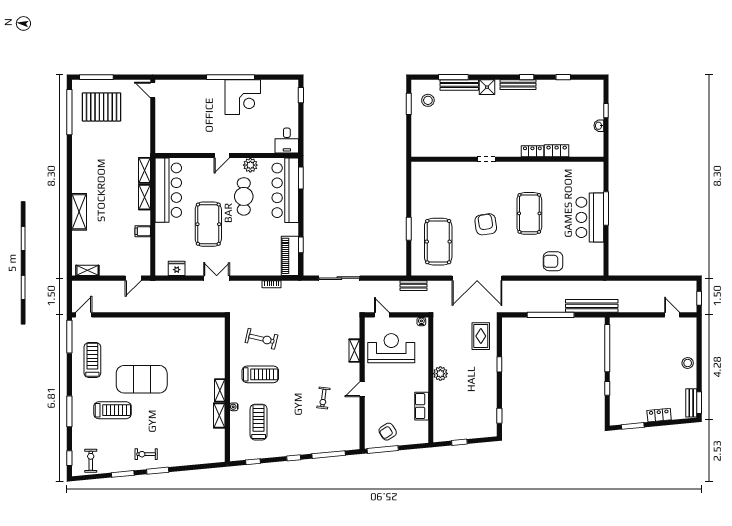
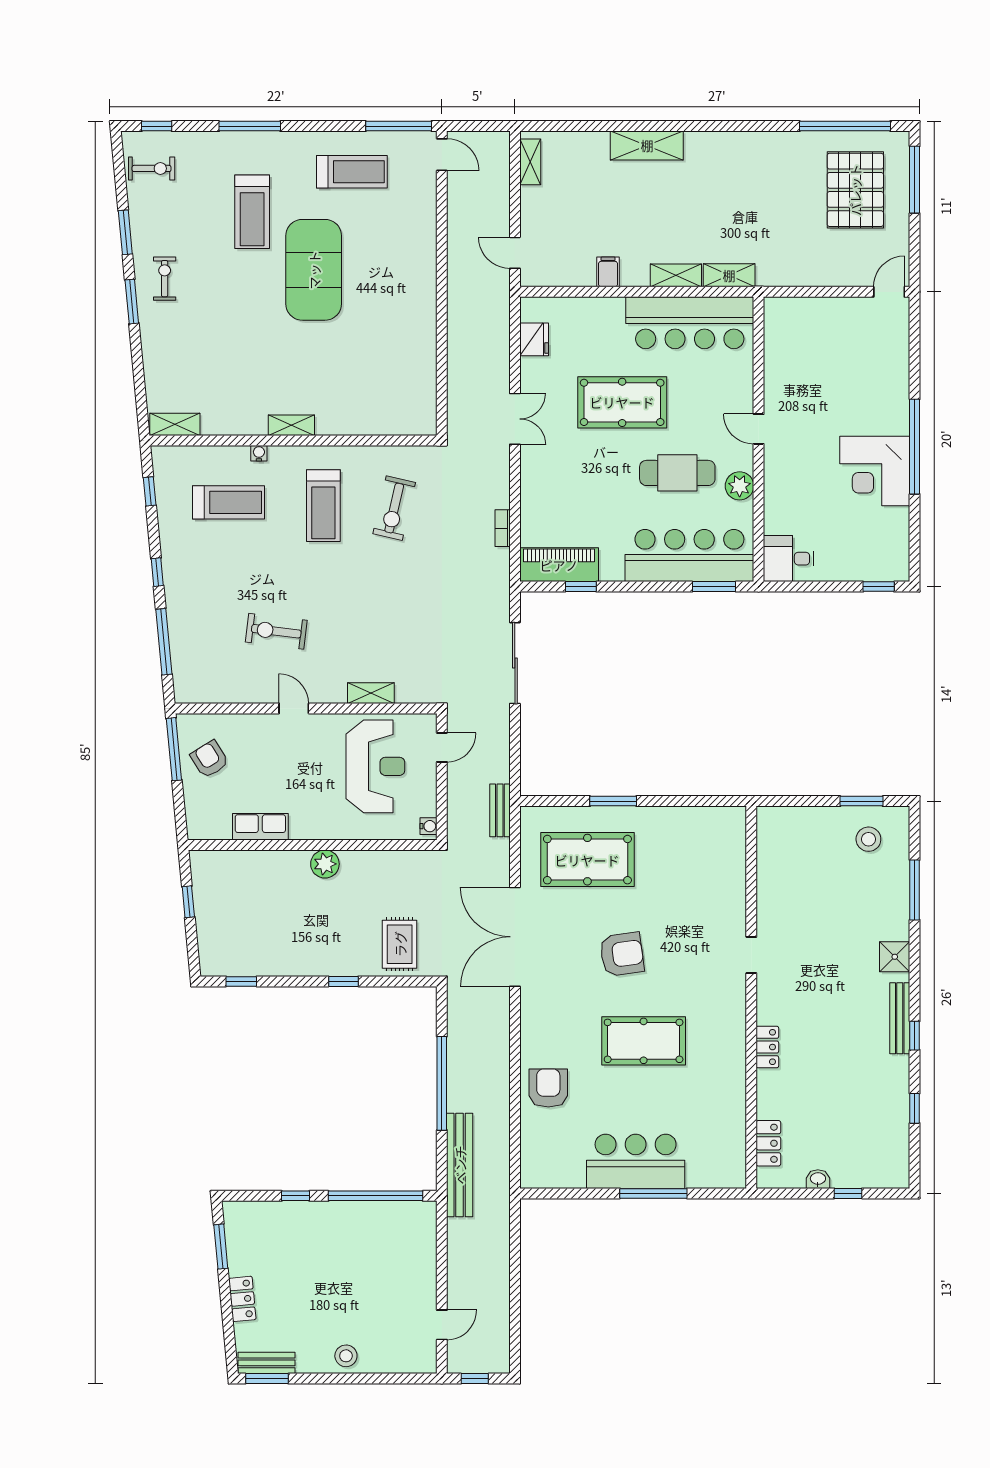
bench: (459, 85) -> (899, 902), removed
locker: (557, 151) -> (768, 1143), moved
rug: (481, 336) -> (400, 944), turned 90
exercise bike: (323, 398) -> (276, 631), width x1.38, depth x1.39
shelving: (219, 416) -> (175, 424), moved

